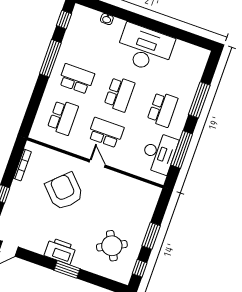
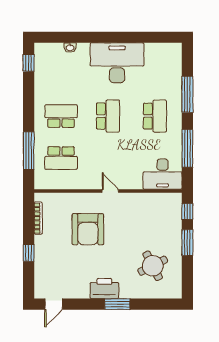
window: (50, 58) -> (29, 151), moved
school desk: (63, 117) -> (61, 158), turned 90
school desk: (106, 133) -> (108, 158), removed
desk: (159, 153) -> (163, 174), moved, turned 90
armchair: (64, 191) -> (88, 229), turned -136
window: (140, 268) -> (187, 211), moved

